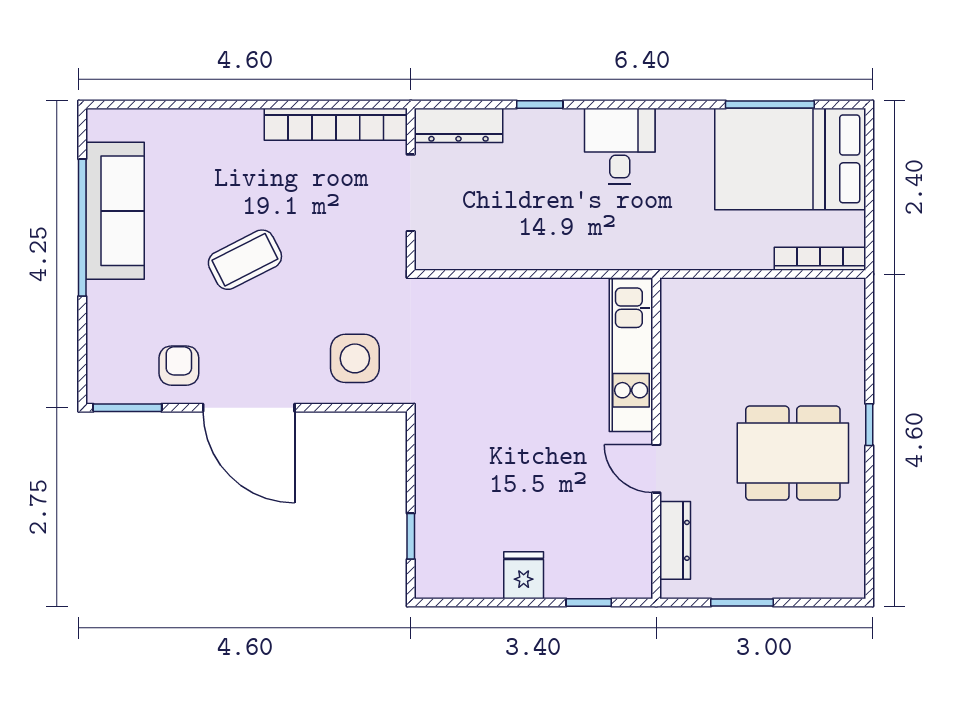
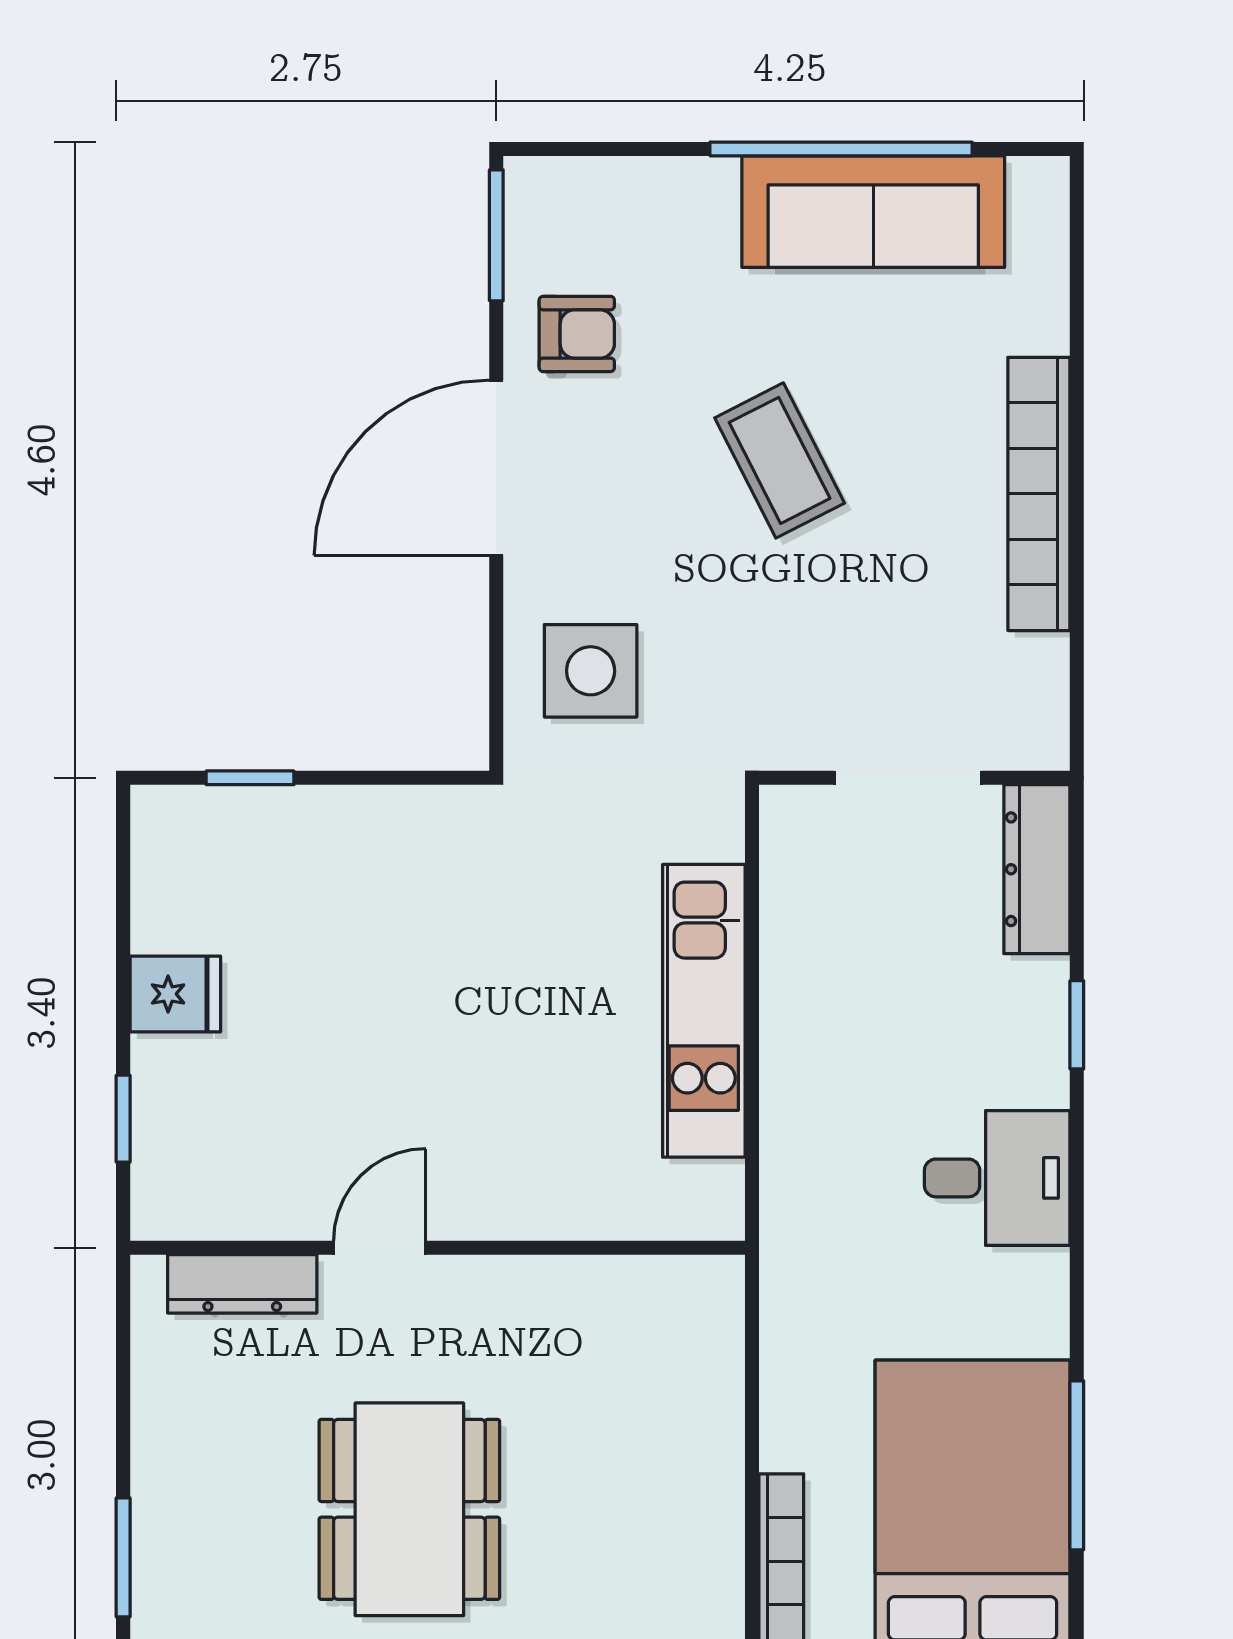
bookcase: (336, 124) -> (1039, 494), moved
kitchen unit: (631, 355) -> (704, 1011), moved, turned -90
window: (742, 603) -> (123, 1557), moved

